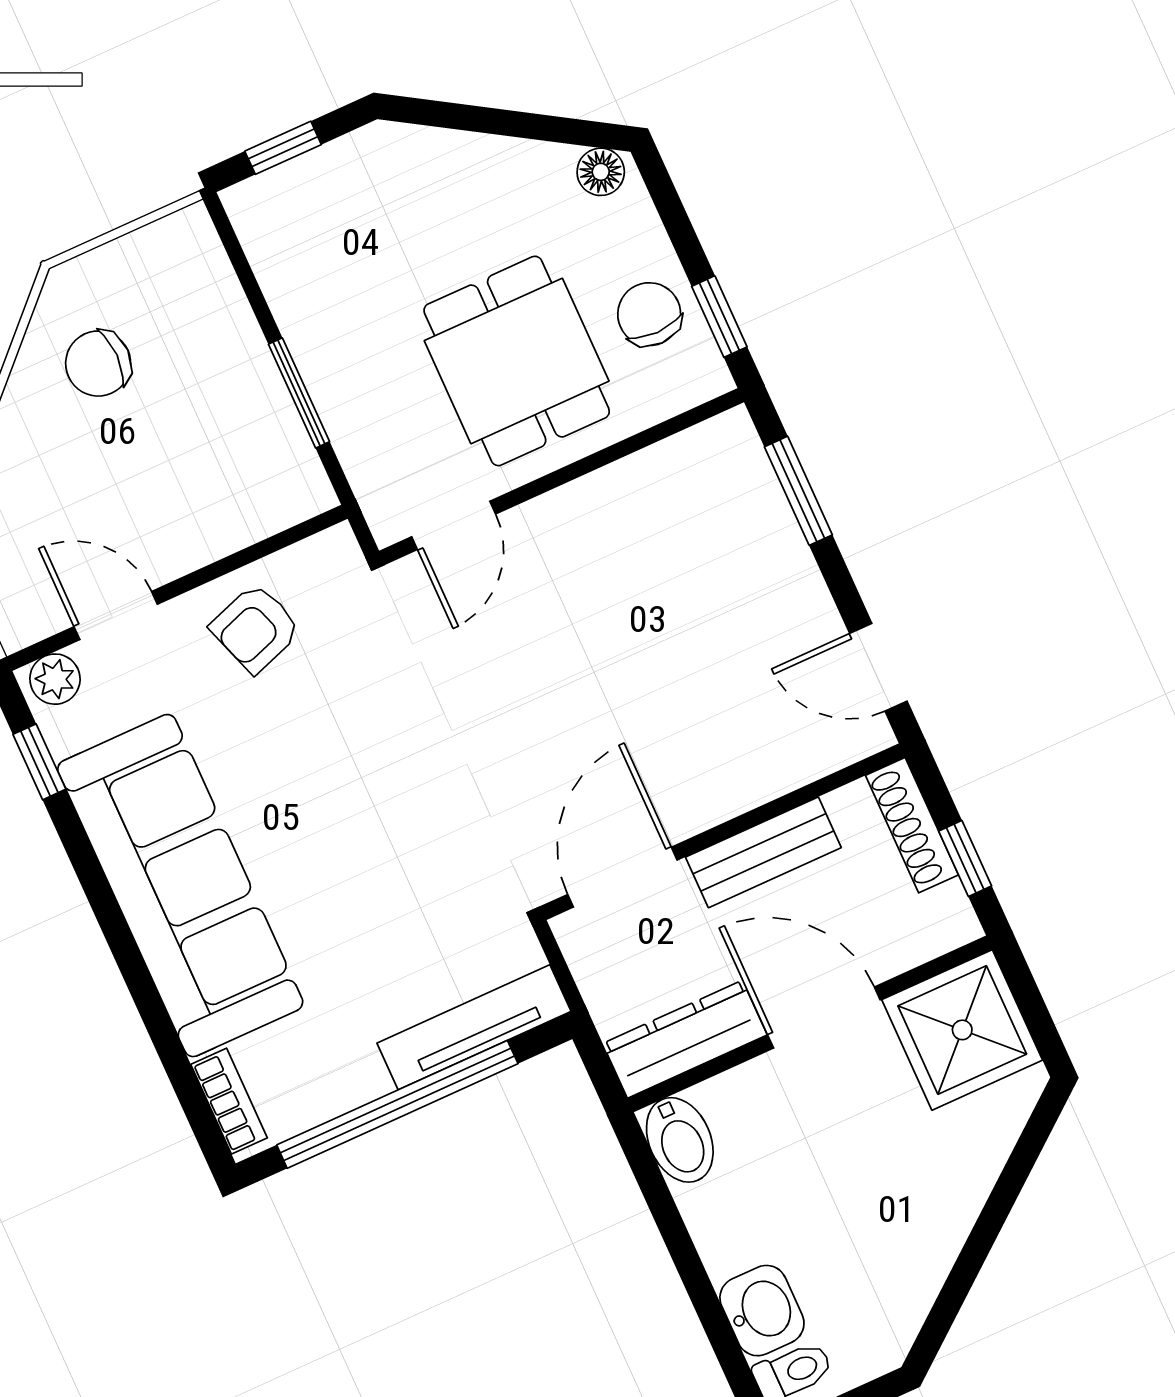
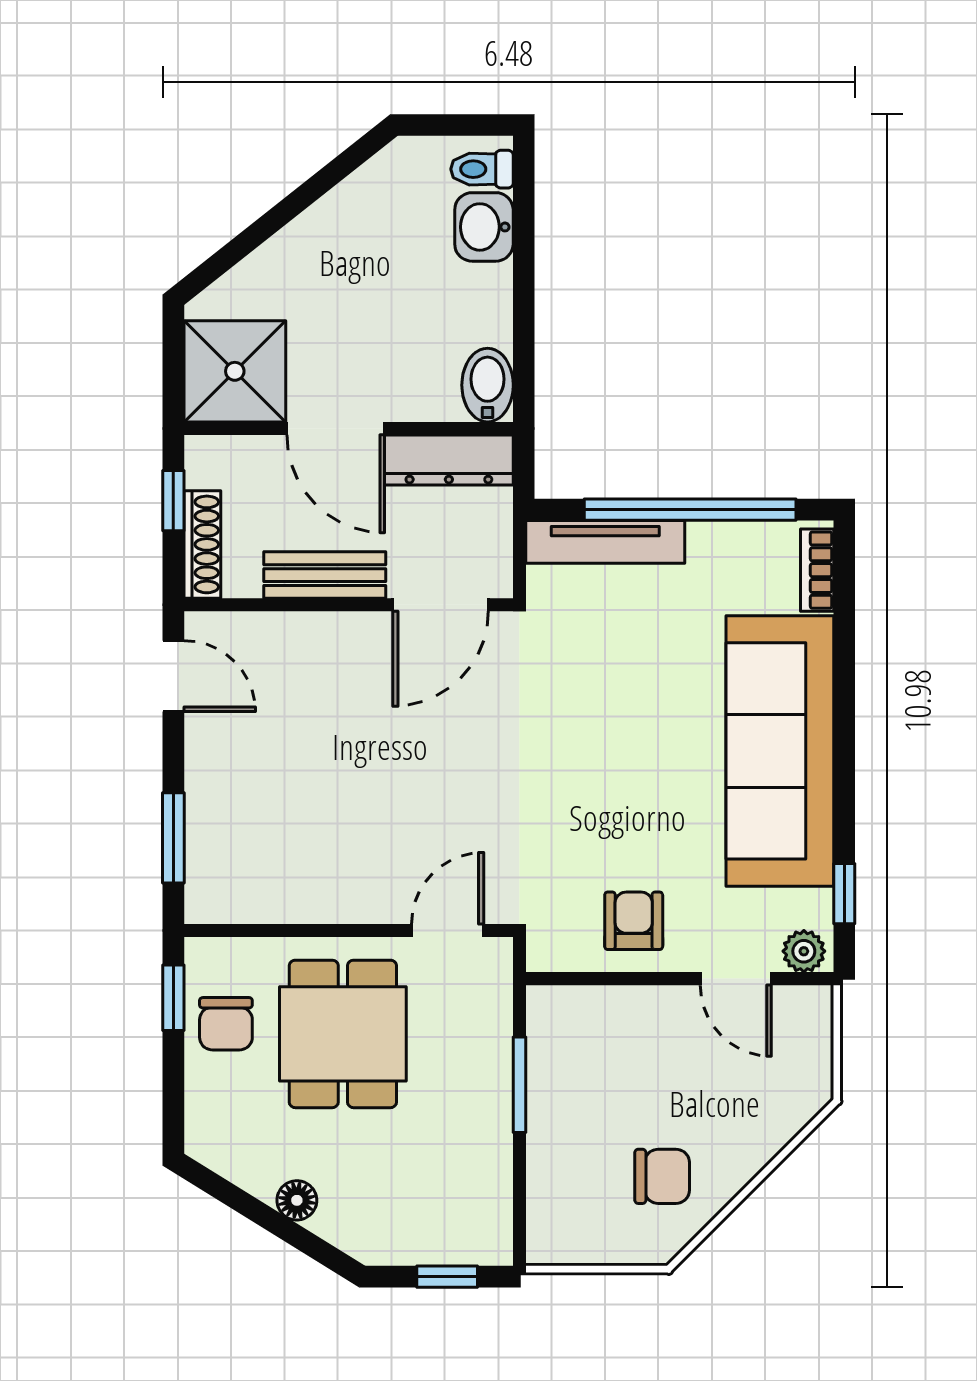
floor lamp: (601, 172) -> (297, 1200), moved
armchair: (256, 628) -> (634, 921), turned -71

